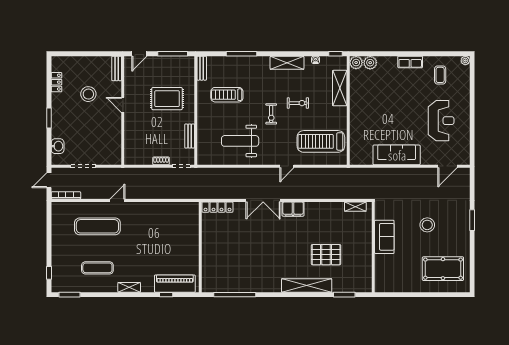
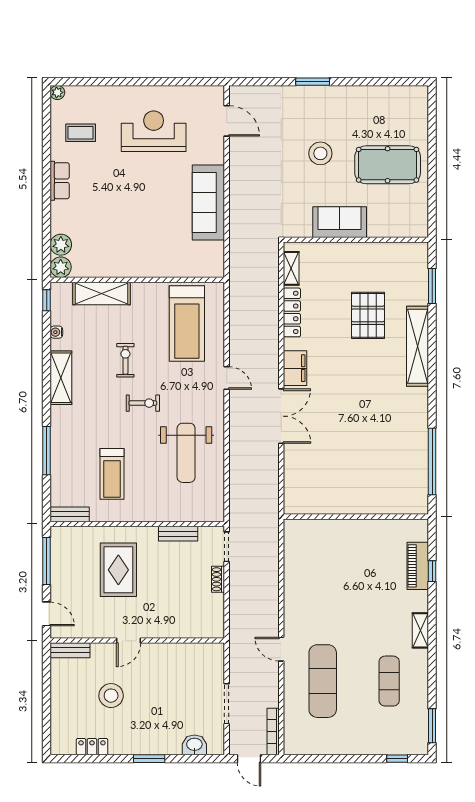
locker: (217, 207) -> (292, 312), moved
pool table: (443, 269) -> (388, 165), moved, turned 90
piano: (175, 284) -> (418, 566), width x0.73, depth x0.75

